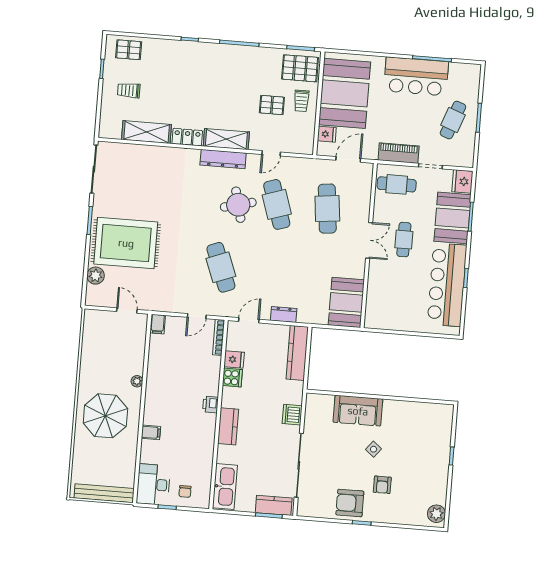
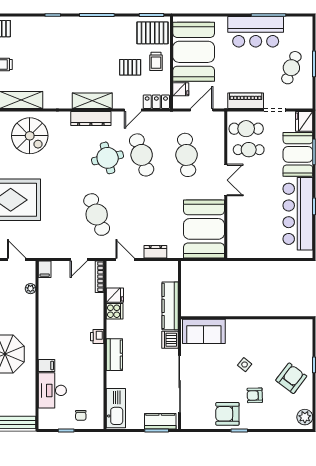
locker: (187, 137) -> (156, 102), moved
spiral stairs: (153, 173) -> (30, 136), added
cafe table: (404, 240) -> (249, 150), moved, turned 90
booth: (346, 302) -> (204, 229), width x1.36, depth x1.42
door: (249, 320) -> (125, 259), hinge flipped
kitchen counter: (297, 353) -> (170, 306), moved
plant: (137, 381) -> (30, 289), moved
sofa: (358, 411) -> (204, 331), moved
armchair: (425, 469) -> (291, 378), added
desk: (153, 485) -> (52, 390), moved
armchair: (382, 485) -> (255, 395), turned 88

